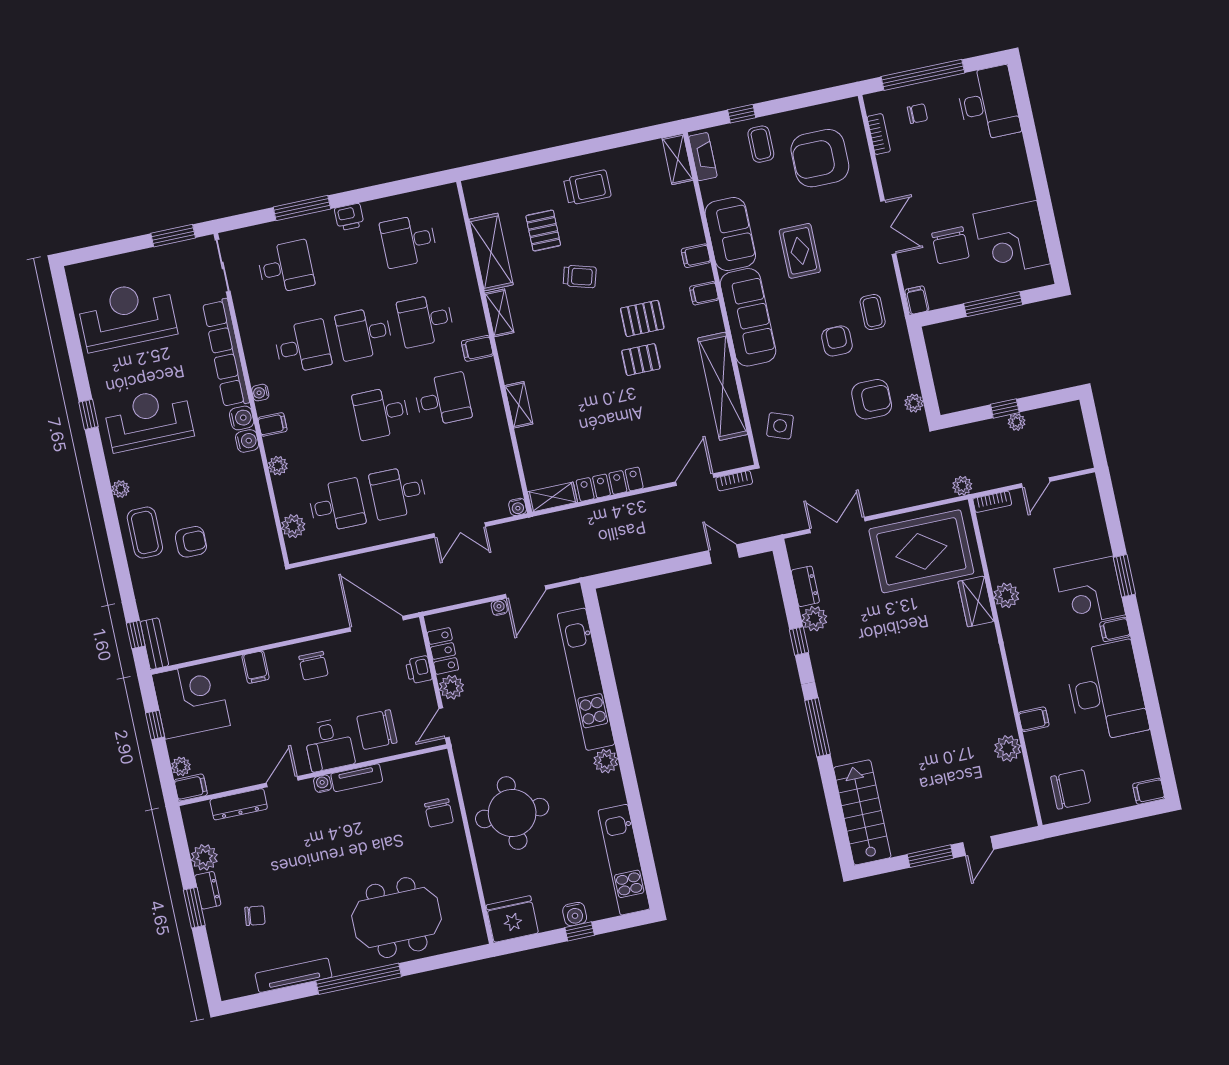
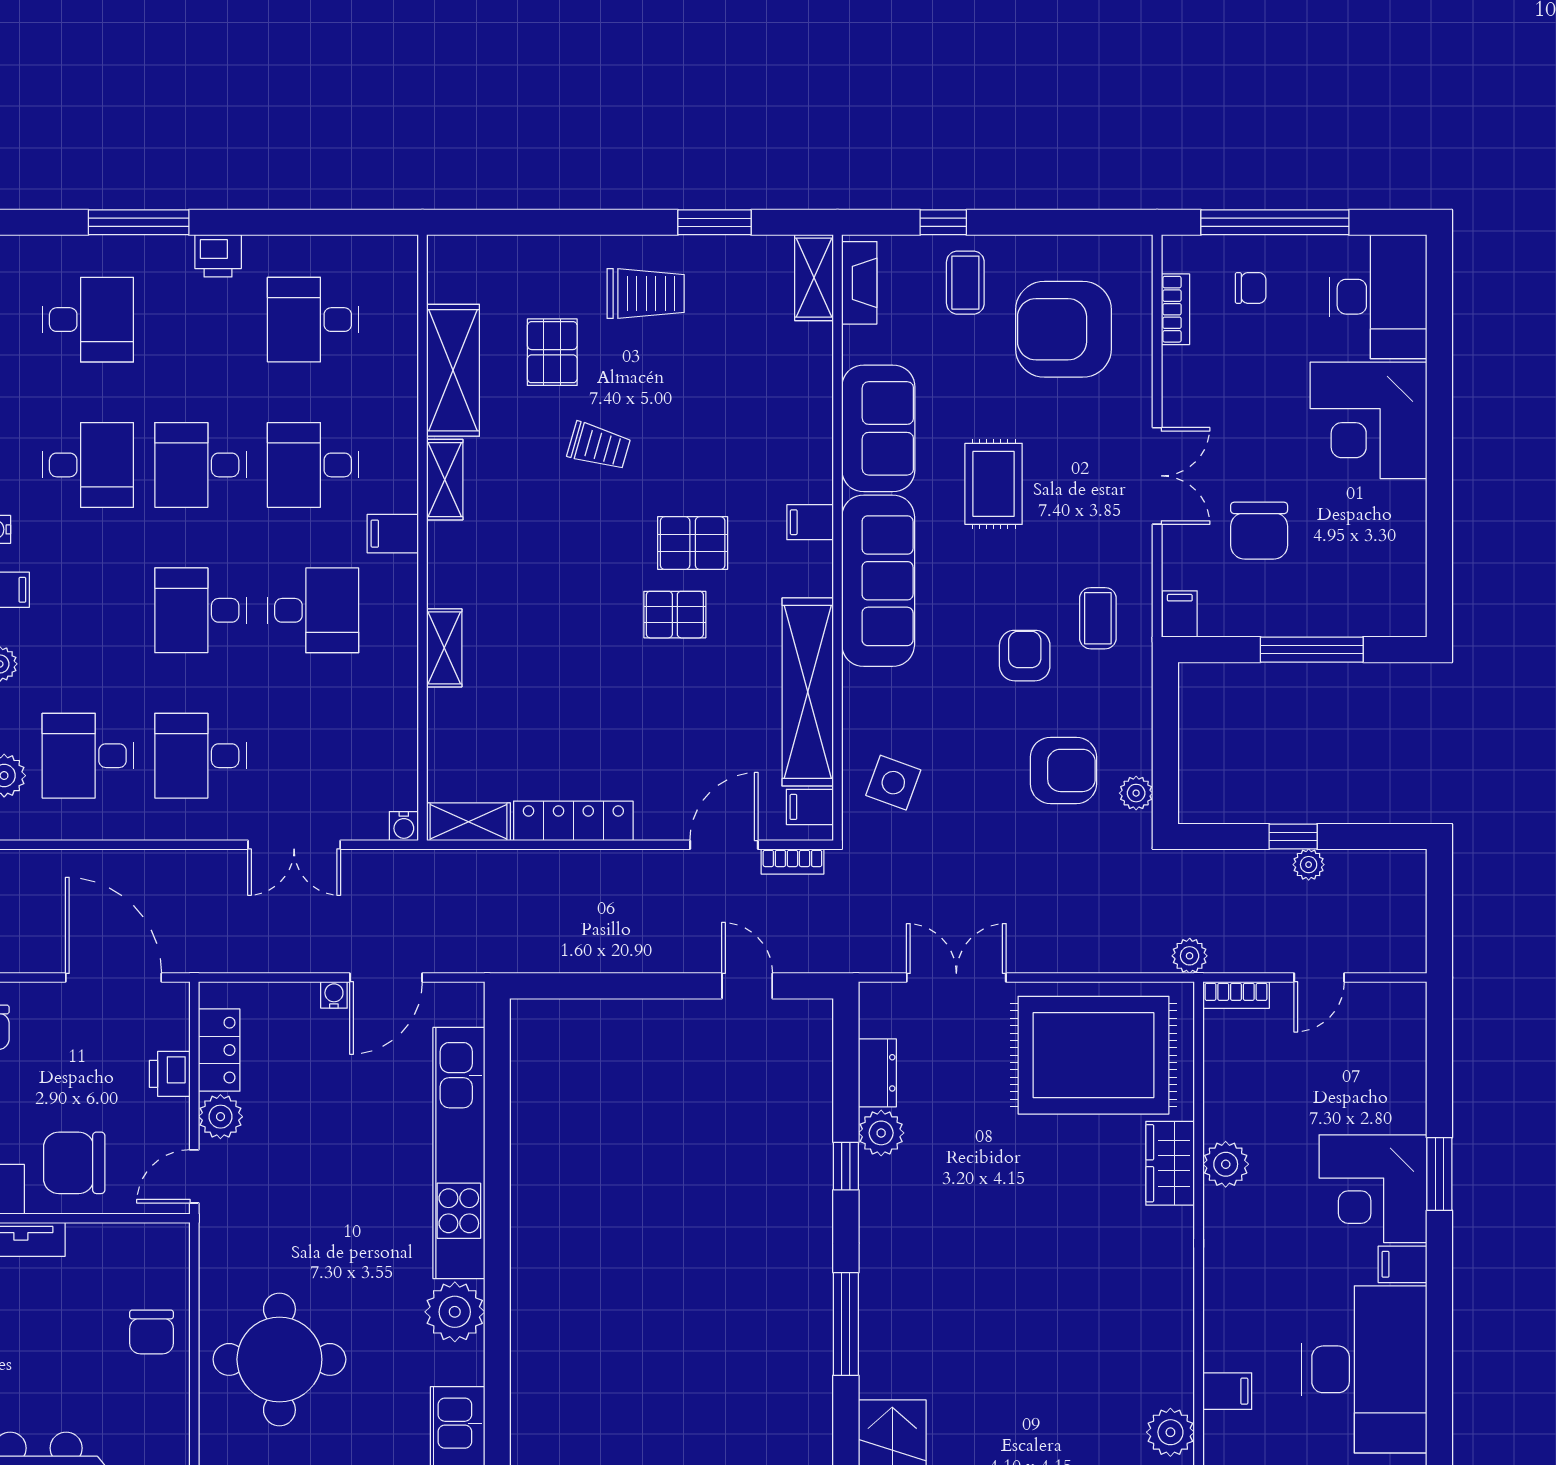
window: (617, 141) -> (714, 222), added
corner desk: (1012, 239) -> (1369, 420), moved
filing cabinet: (696, 256) -> (810, 807), moved
desk: (337, 505) -> (88, 756), turned 180
plant: (606, 761) -> (455, 1312), width x1.36, depth x1.36

